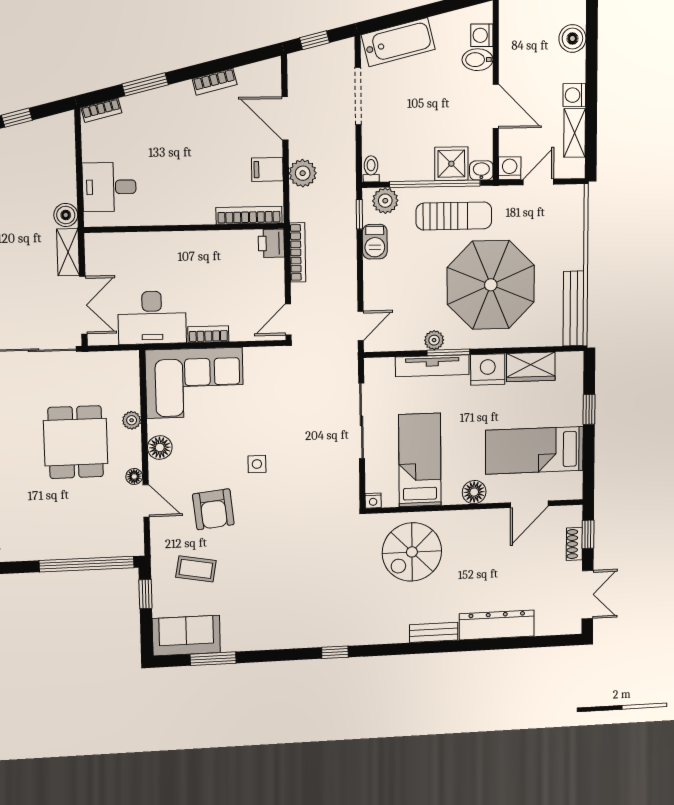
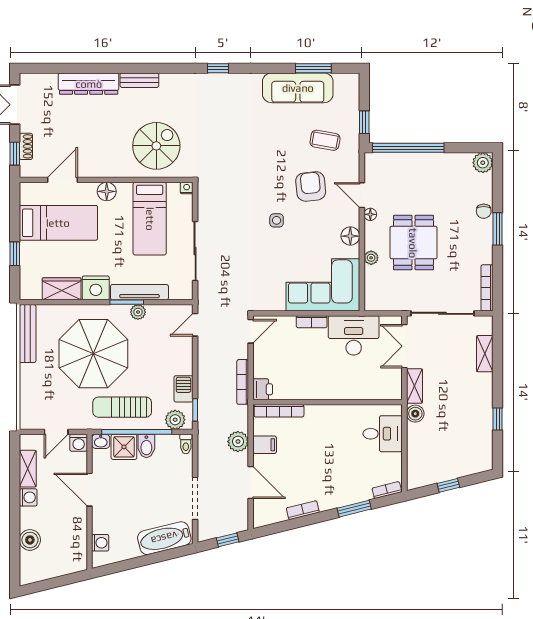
bidet: (478, 60) -> (146, 446), moved, turned 90
sofa: (186, 636) -> (298, 88), moved, width x1.36

